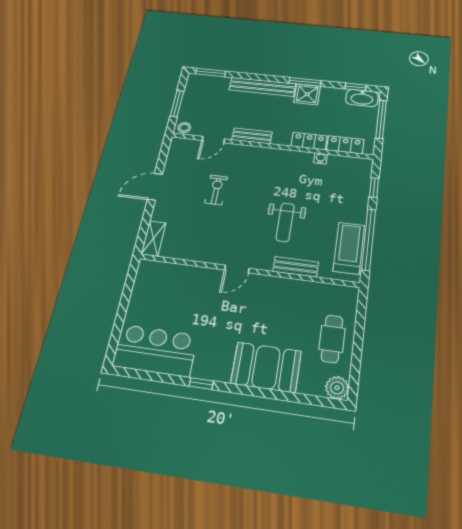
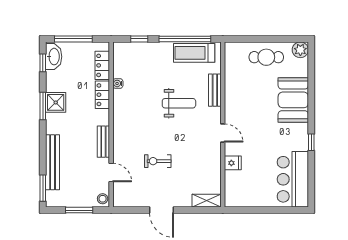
bench: (262, 87) -> (53, 162), moved
fridge: (195, 276) -> (233, 163), added

